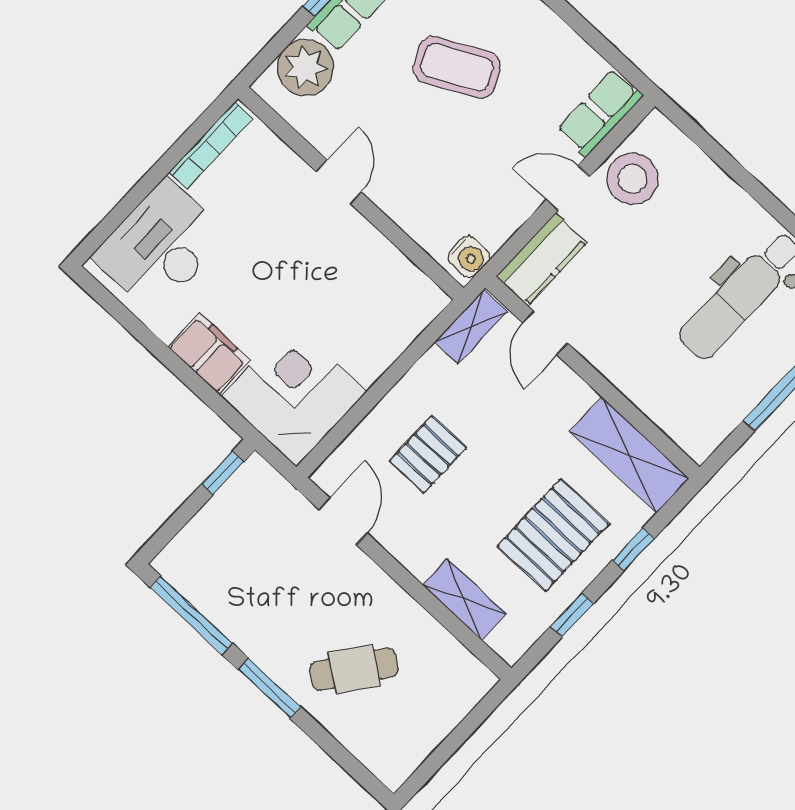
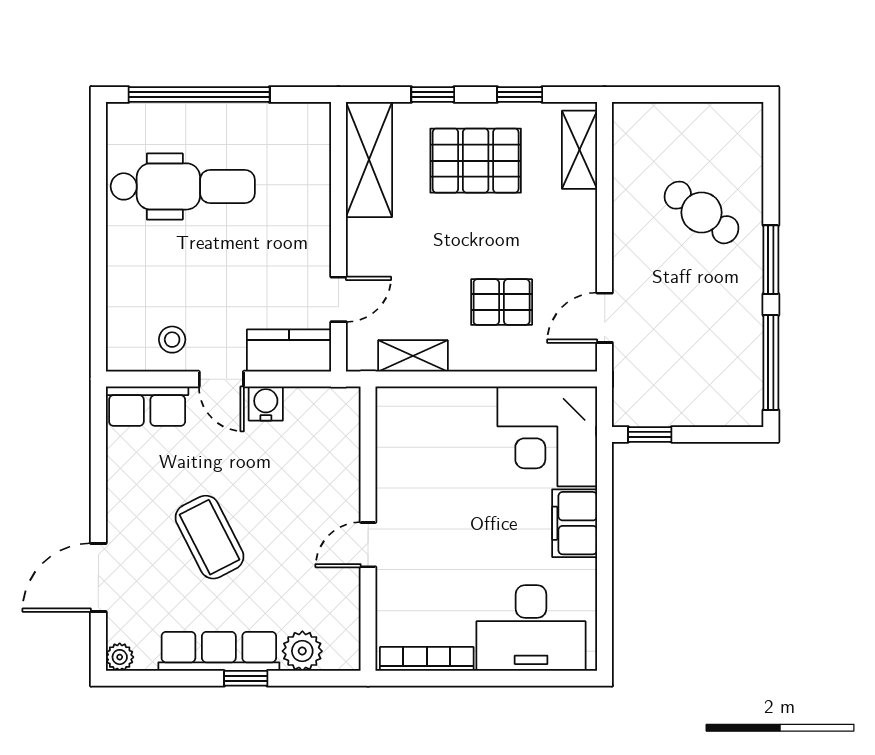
plant: (305, 67) -> (302, 651), width x0.73, depth x0.73
stool: (633, 179) -> (172, 340), width x0.53, depth x0.53
water cooler: (469, 257) -> (266, 404), moved
shelving: (471, 327) -> (413, 356), moved
shelving: (464, 599) -> (580, 150), moved

